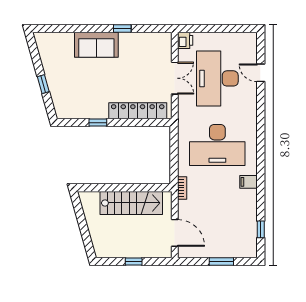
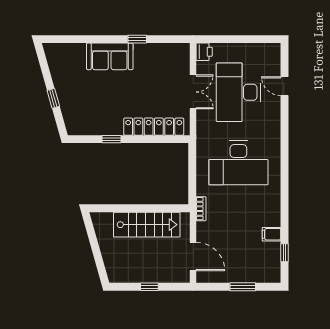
filing cabinet: (248, 182) -> (271, 234), moved

